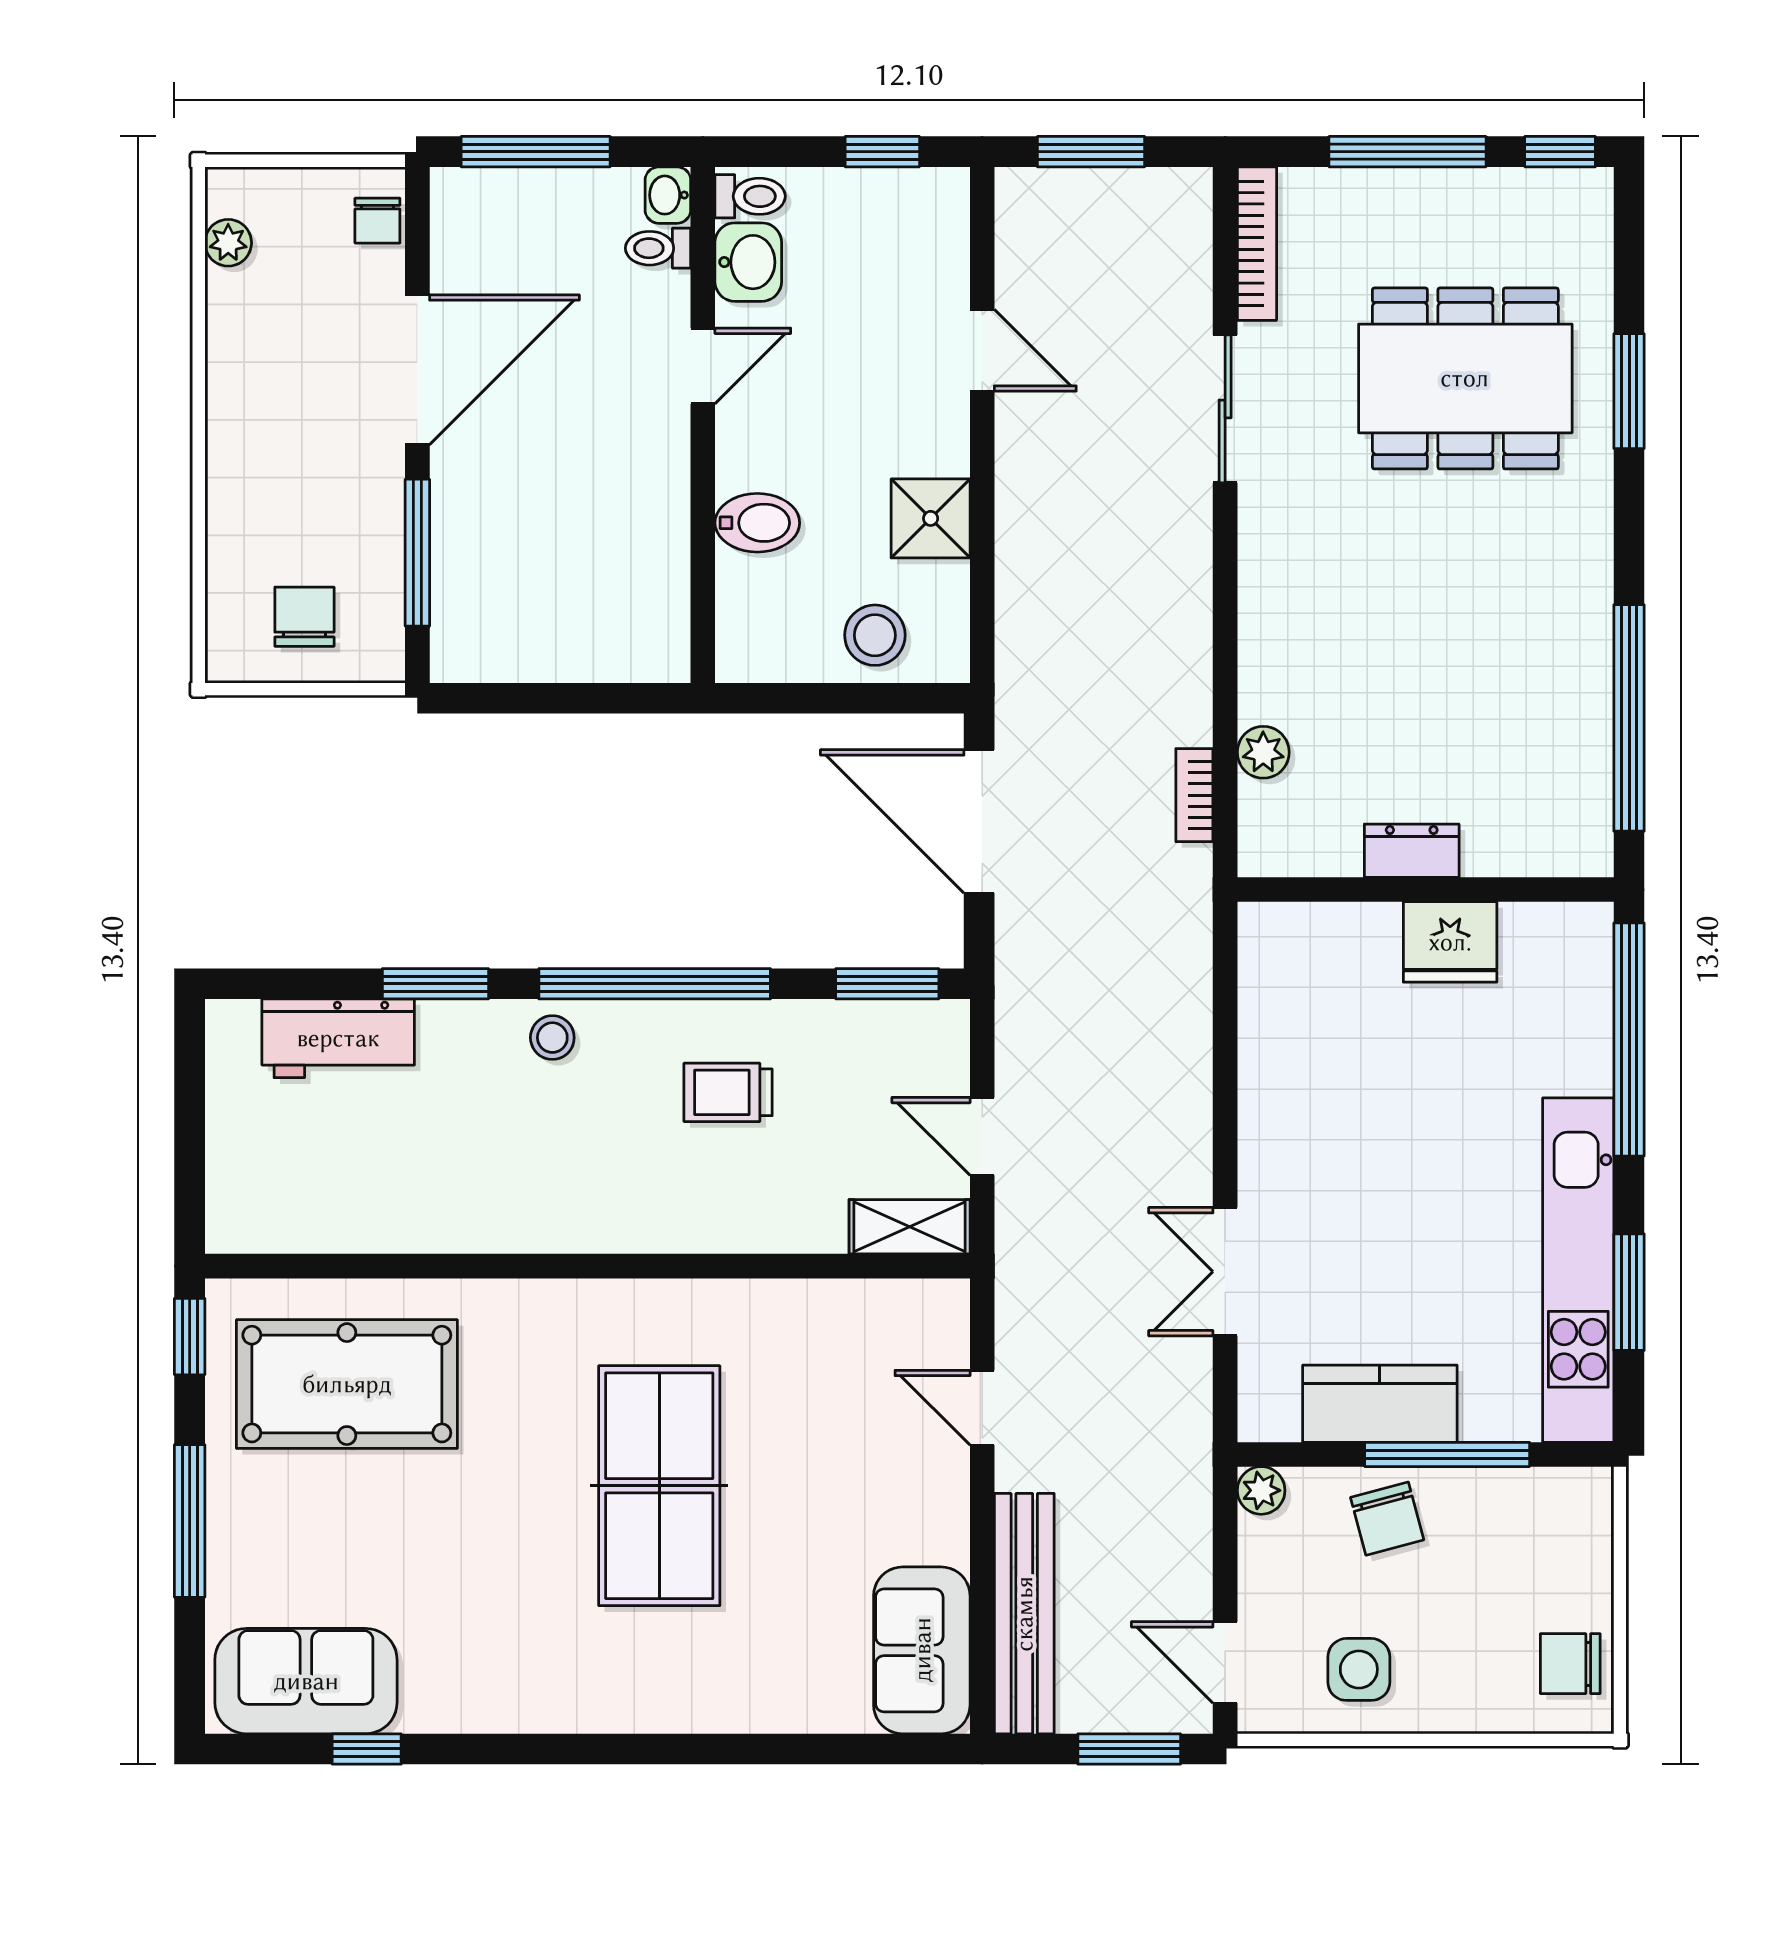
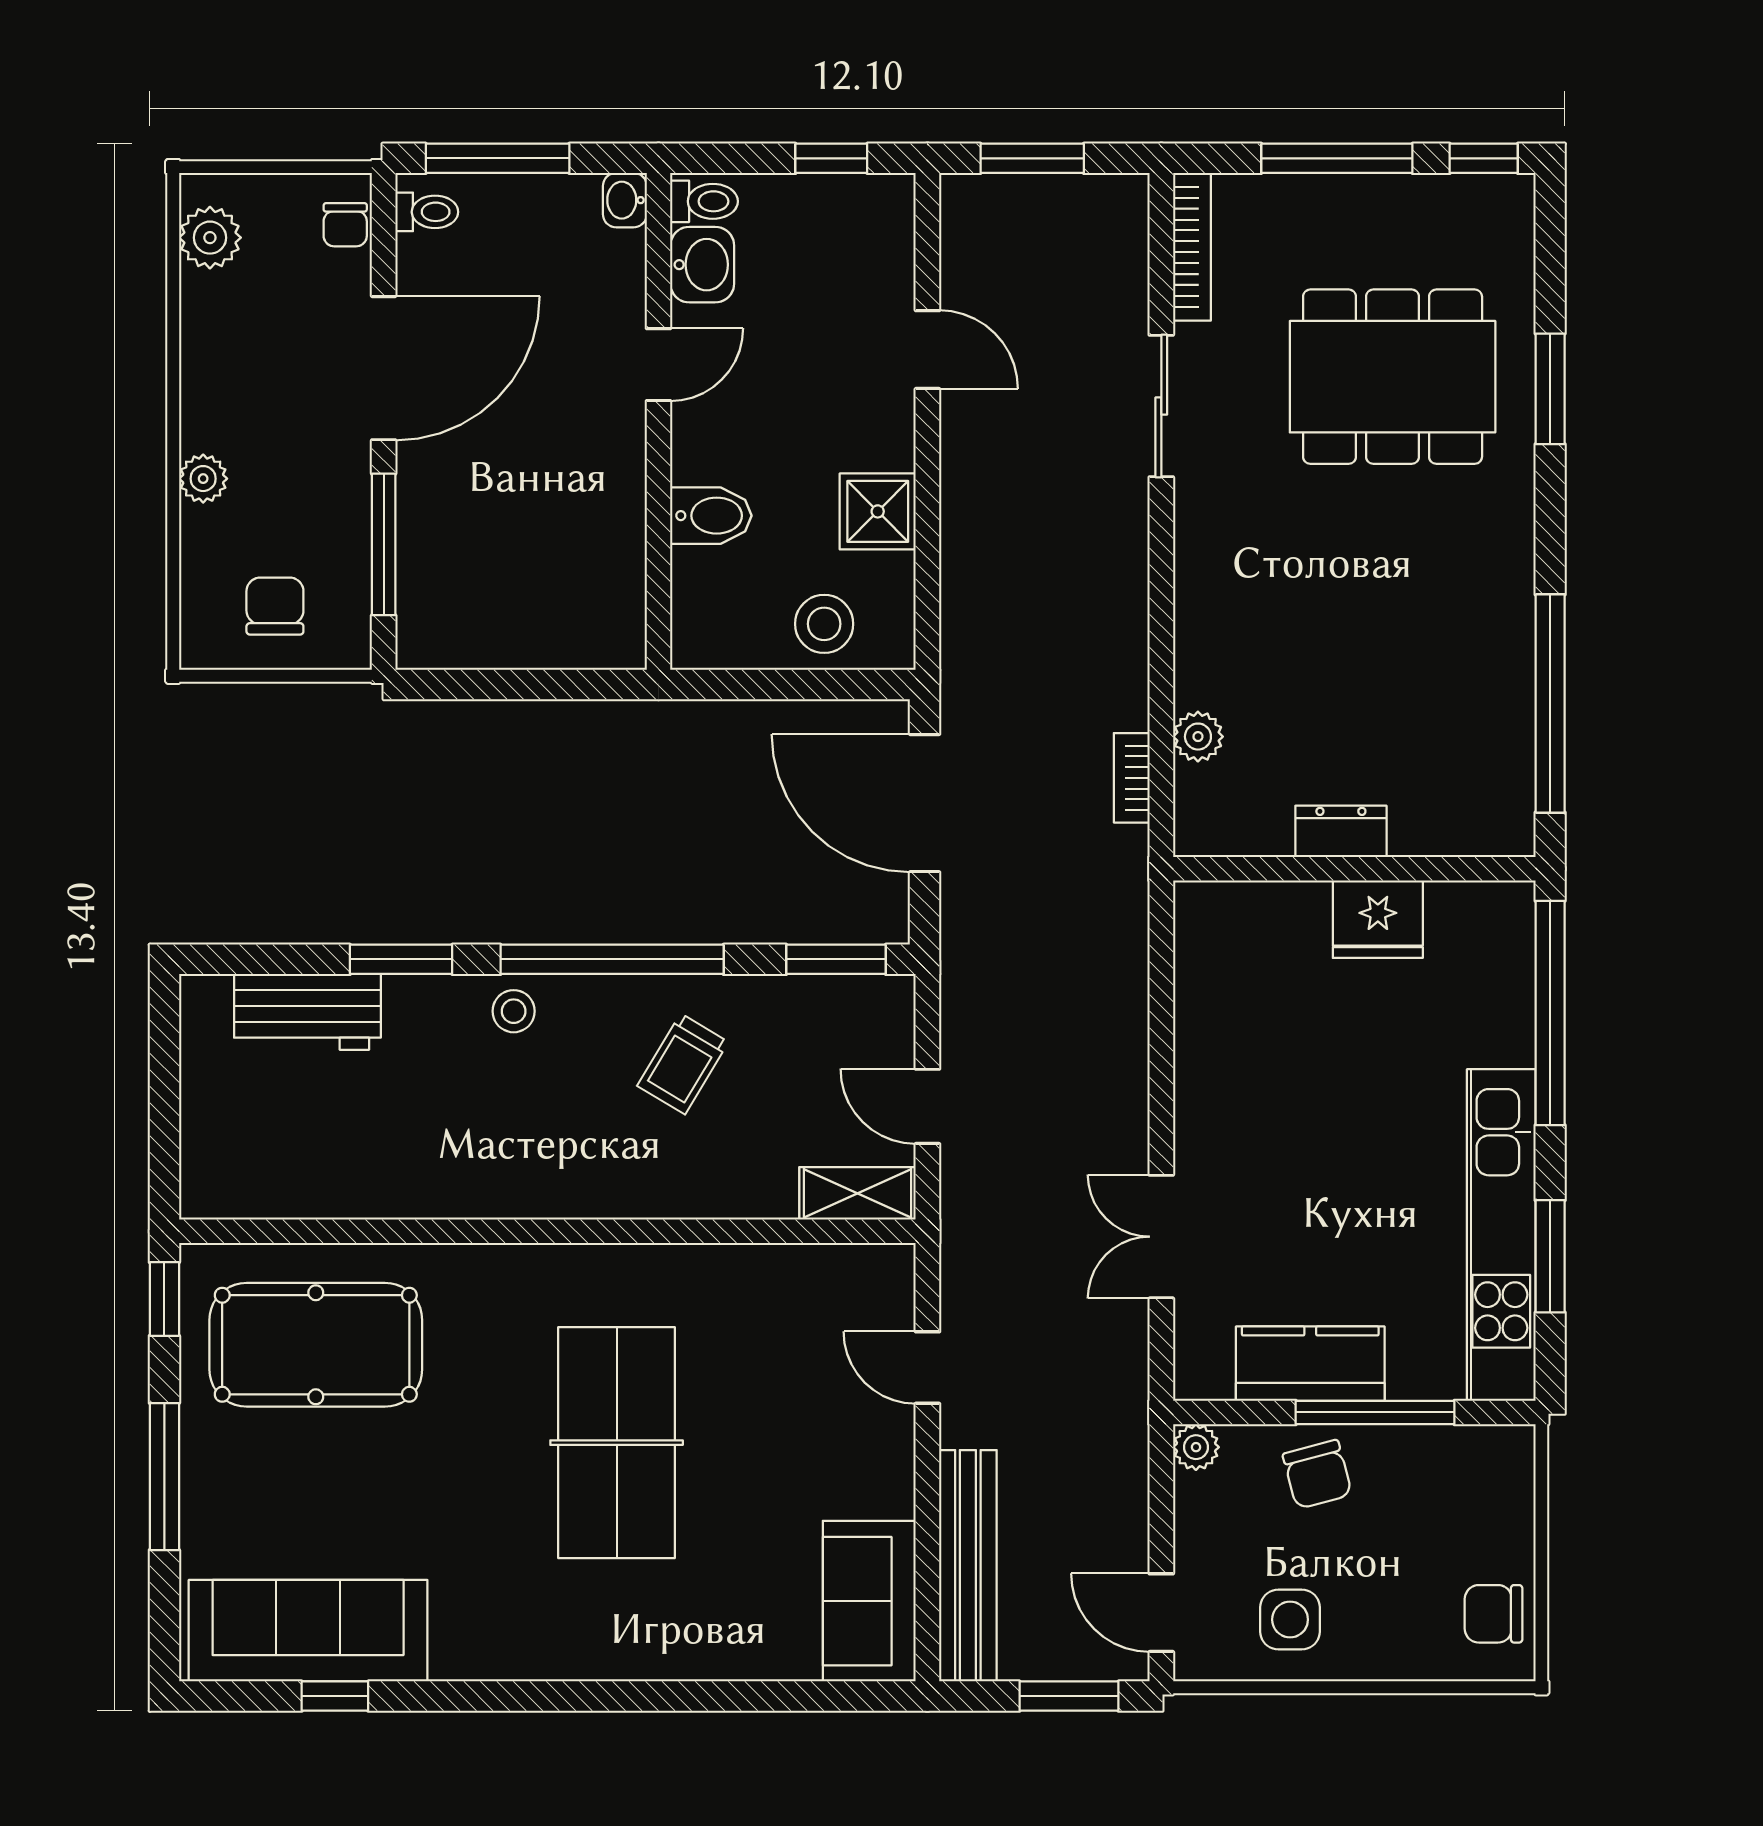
plant: (228, 243) -> (210, 238), width x1.38, depth x1.38
toilet: (658, 248) -> (427, 212), moved, turned 180
plant: (230, 484) -> (203, 479), added
trolley: (728, 1092) -> (683, 1064), turned -59
sofa: (306, 1681) -> (308, 1631), width x1.36

